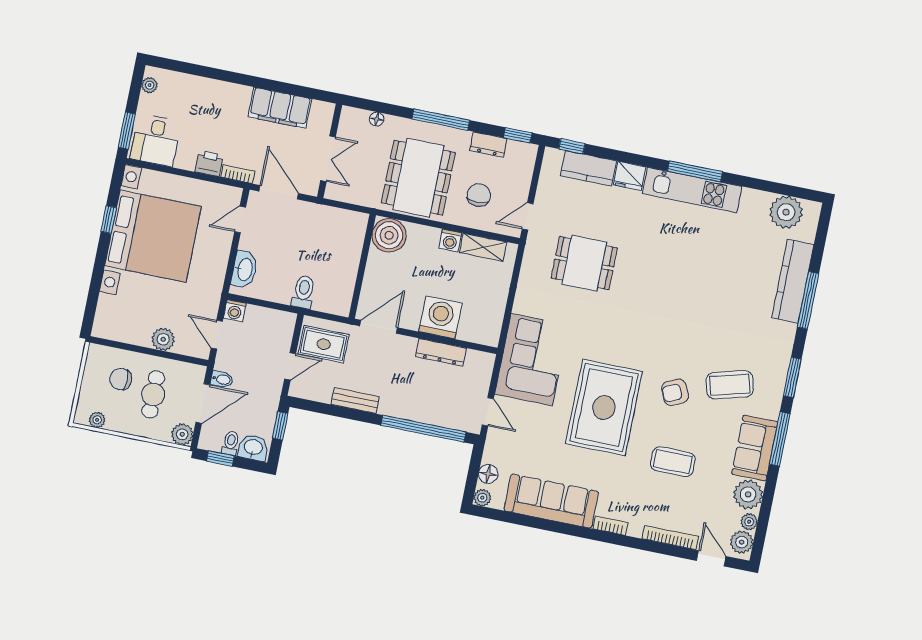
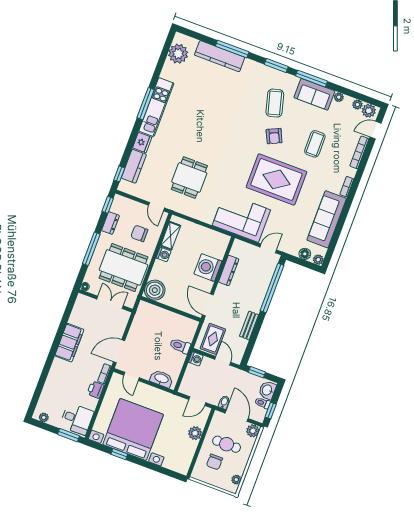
wall: (330, 151) -> (106, 301), moved
double door: (328, 159) -> (110, 302), moved
washing machine: (235, 311) -> (196, 359), moved
plant: (748, 494) -> (339, 97), width x0.53, depth x0.53

